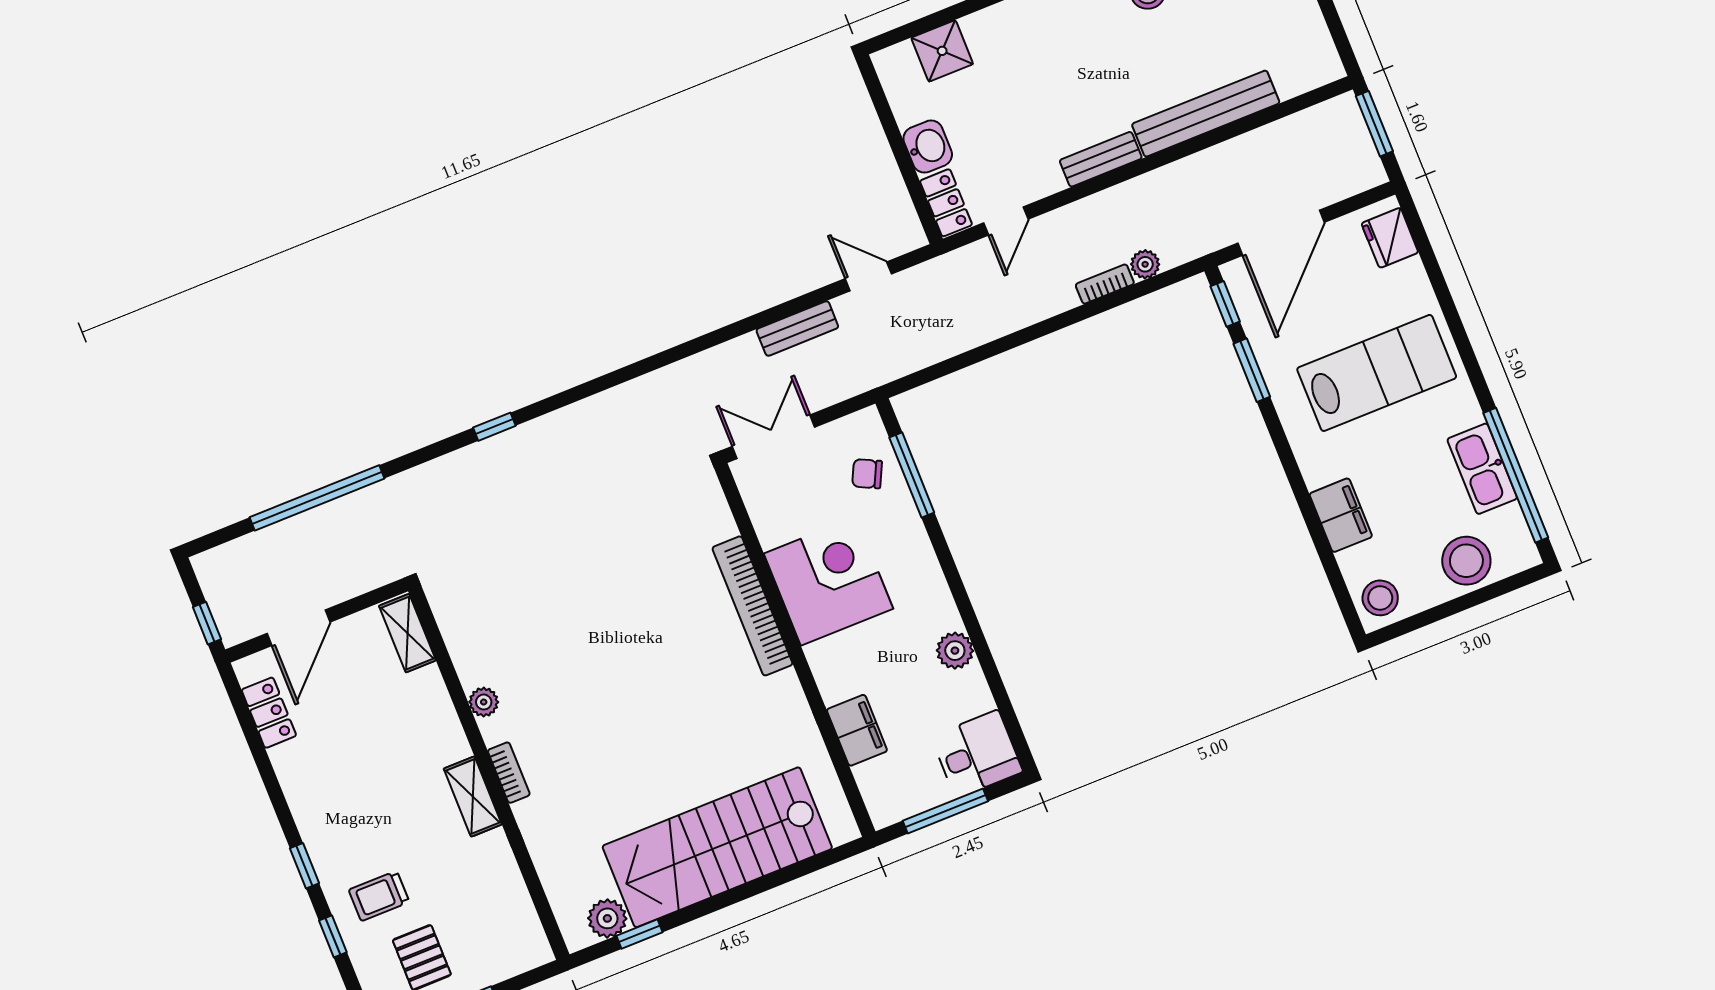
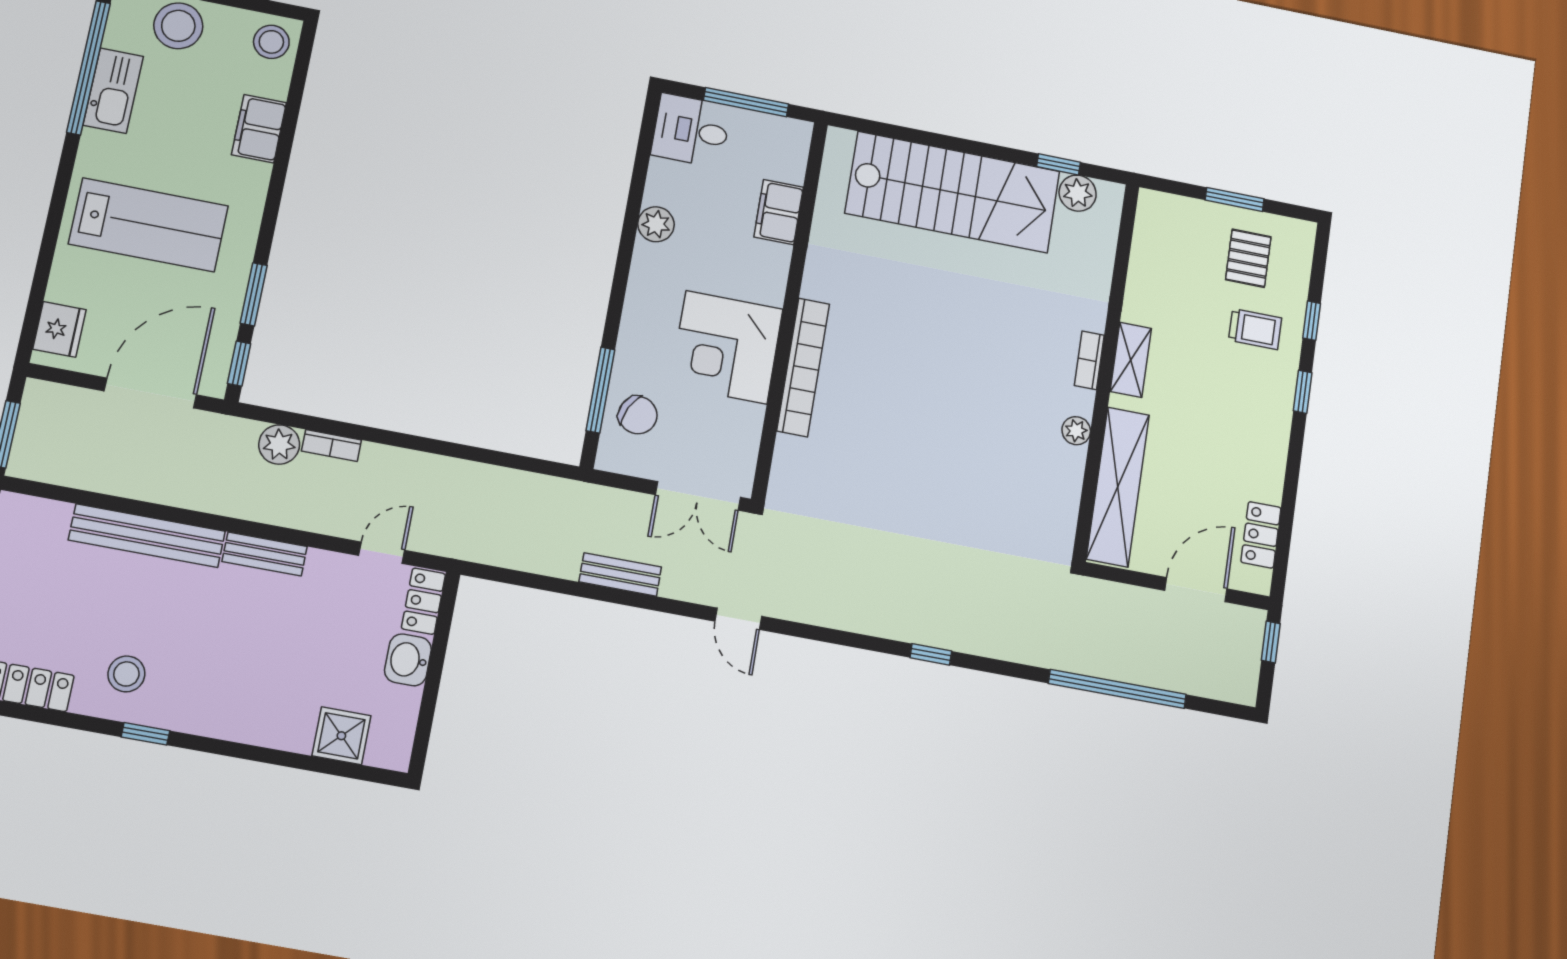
plant: (1145, 264) -> (279, 445), width x1.38, depth x1.38
door: (868, 276) -> (738, 619), moved
lab bench: (1377, 373) -> (148, 225), turned 180
chair: (867, 474) -> (638, 415), width x1.37, depth x1.37
shelving: (407, 633) -> (1118, 487), width x2.20, depth x1.33

